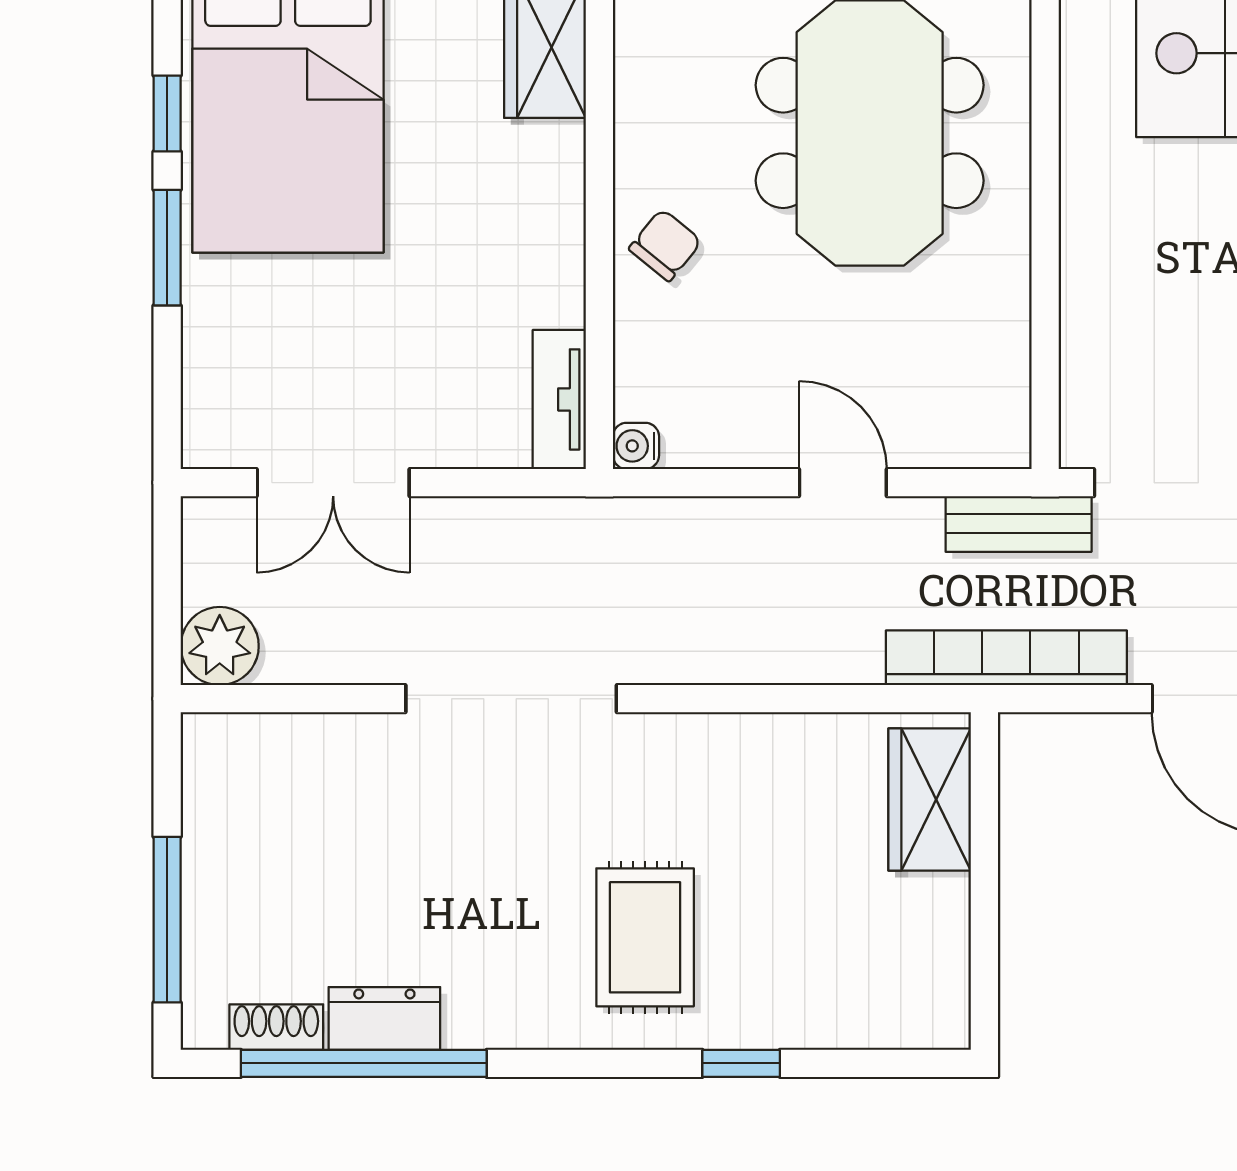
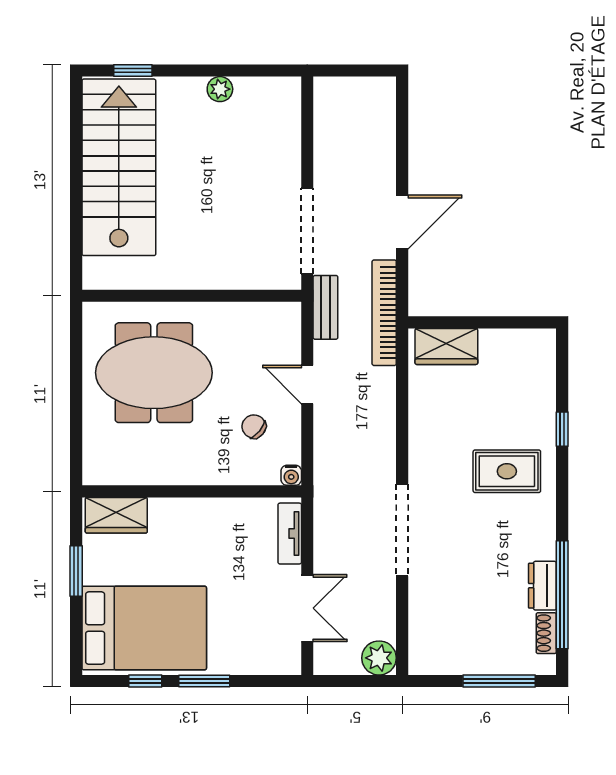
chair: (665, 245) -> (254, 427), moved
tv unit: (559, 399) -> (290, 534), moved, turned 90
door: (843, 483) -> (307, 384), hinge flipped

